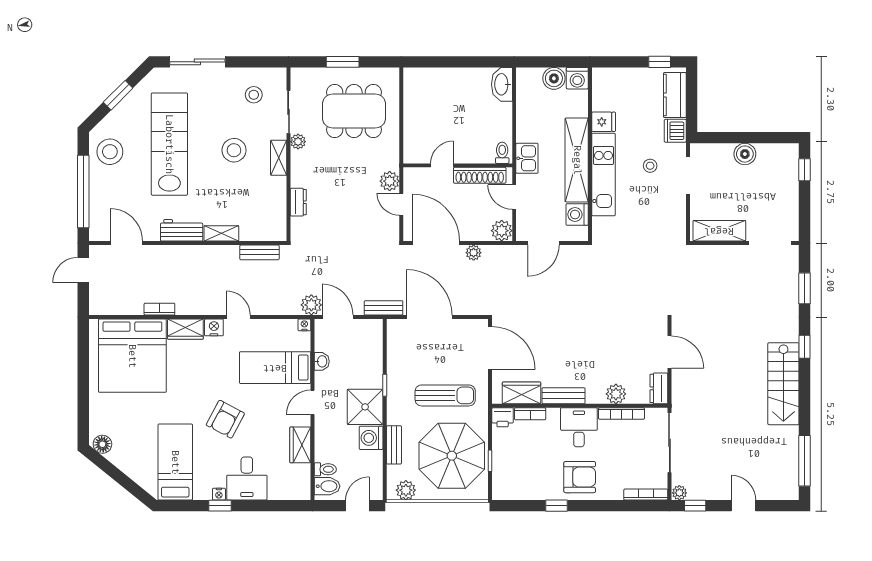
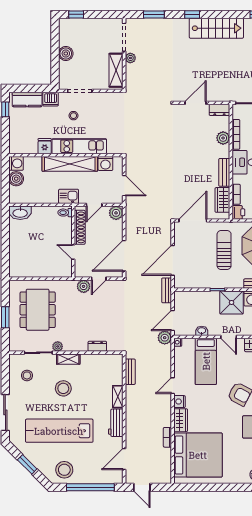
plant: (474, 253) -> (130, 58), moved

